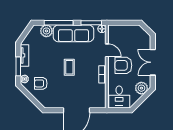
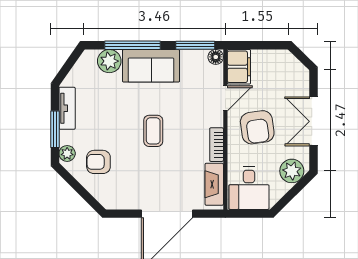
sofa: (74, 33) -> (151, 66), width x0.73
filing cabinet: (114, 34) -> (239, 67), added
door: (107, 50) -> (225, 98), hinge flipped
armchair: (123, 65) -> (257, 127), turned -98
fireplace: (101, 95) -> (214, 184), added

